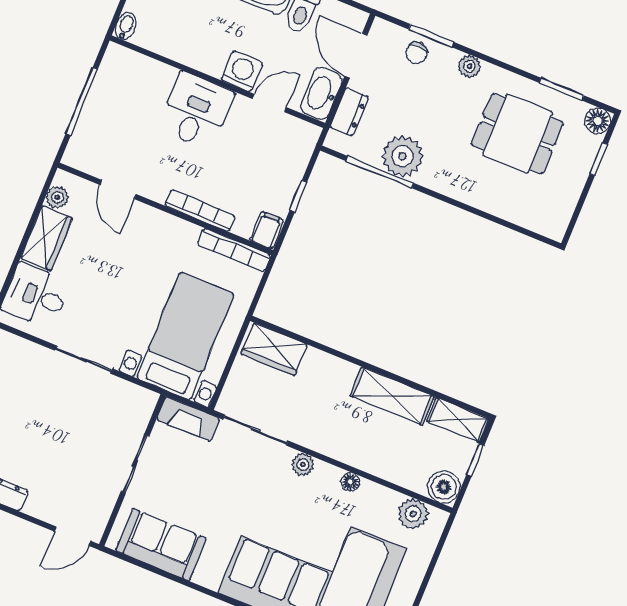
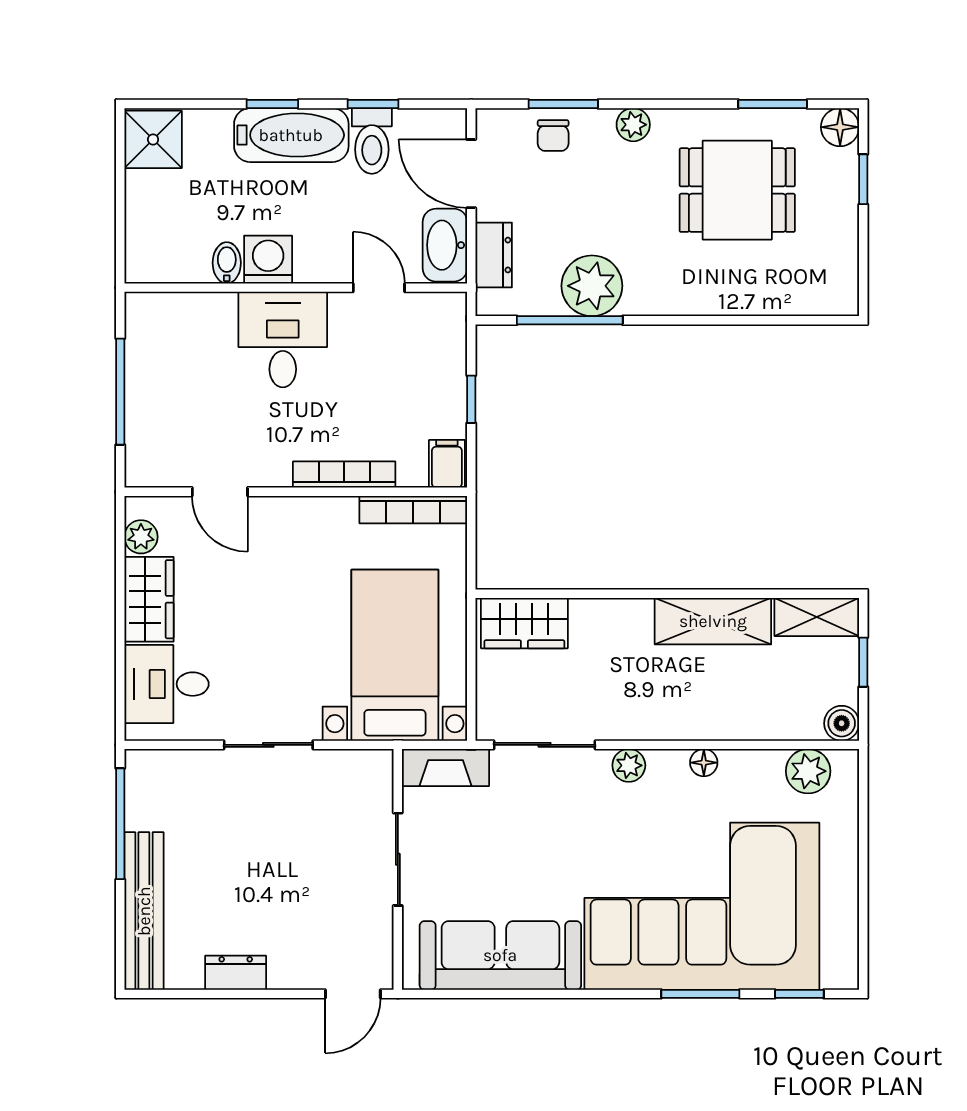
bidet: (126, 26) -> (227, 263), moved
washing machine: (242, 71) -> (268, 260), moved
door: (269, 103) -> (379, 288), hinge flipped
boiler: (444, 487) -> (842, 723), width x0.73, depth x0.73
sofa: (161, 545) -> (500, 955), width x1.36

